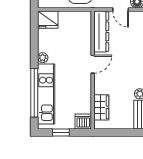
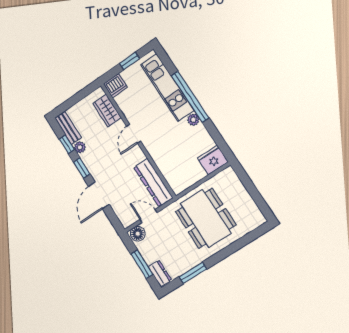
door: (93, 64) -> (134, 134), moved
window: (34, 93) -> (190, 97), moved

